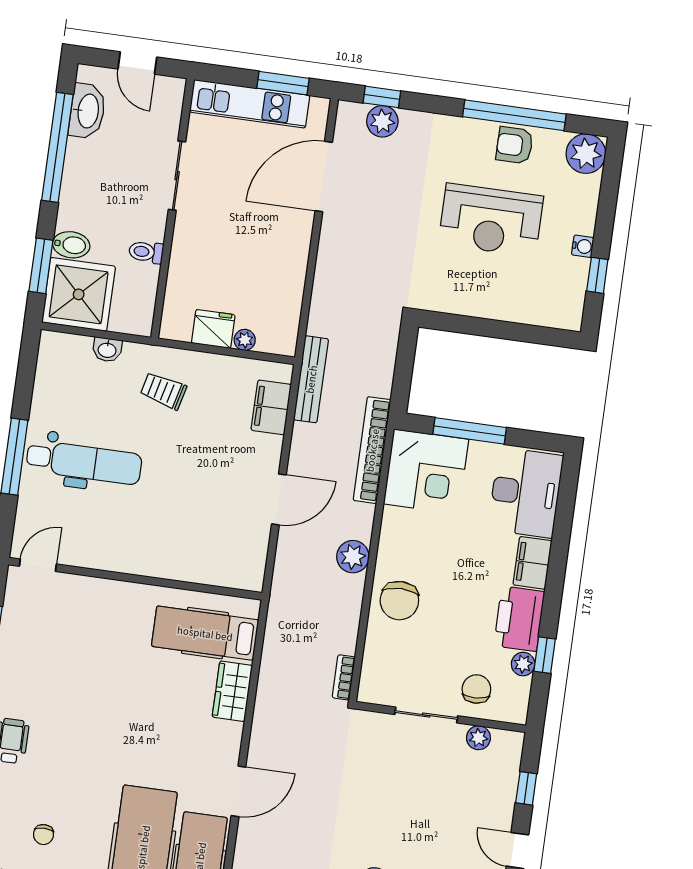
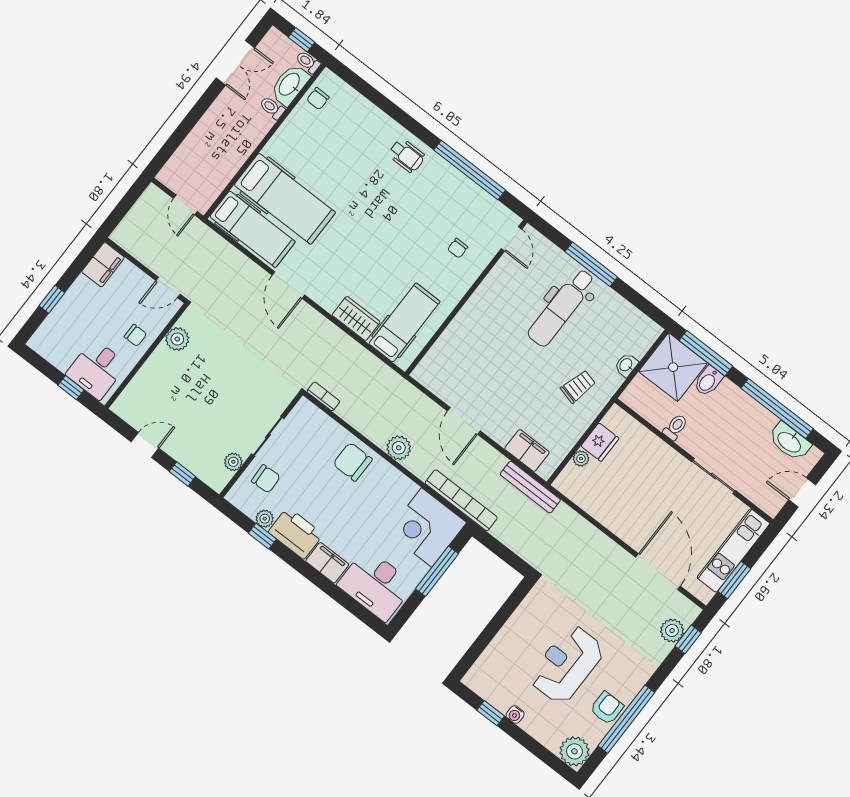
window: (41, 266) -> (706, 353), width x1.44
chair: (44, 835) -> (458, 248), moved, turned -90

